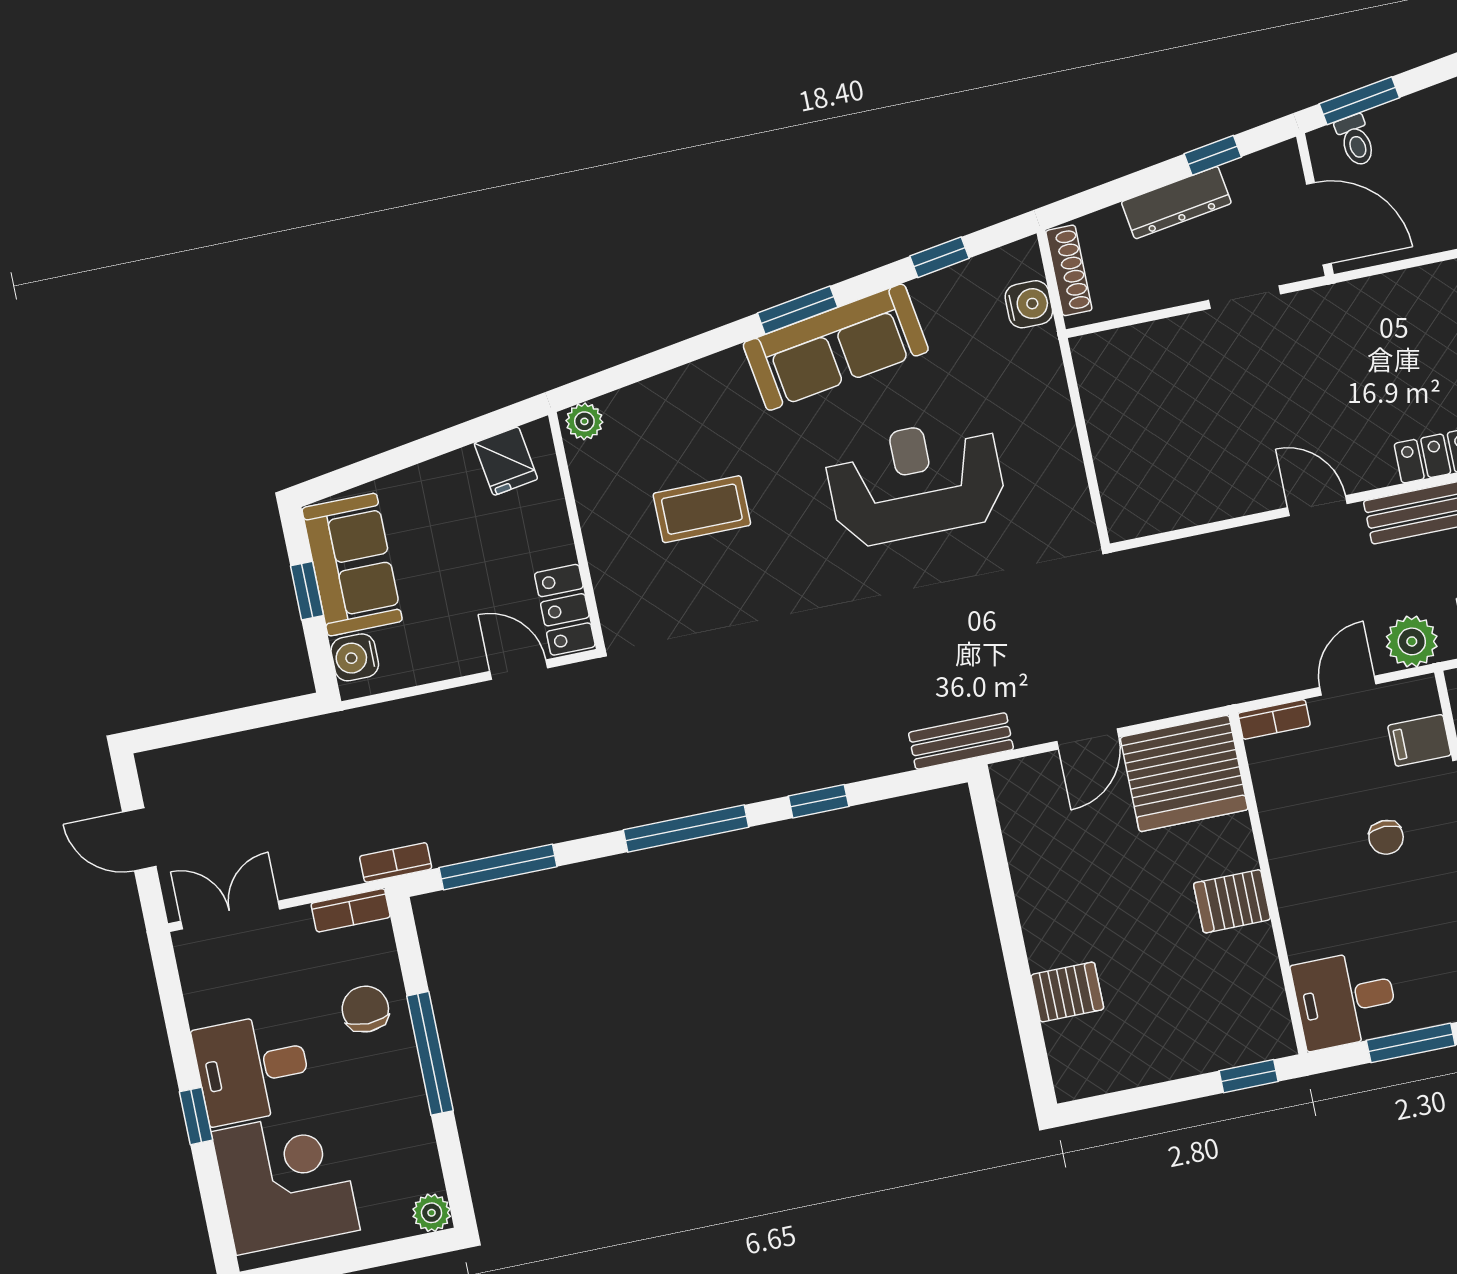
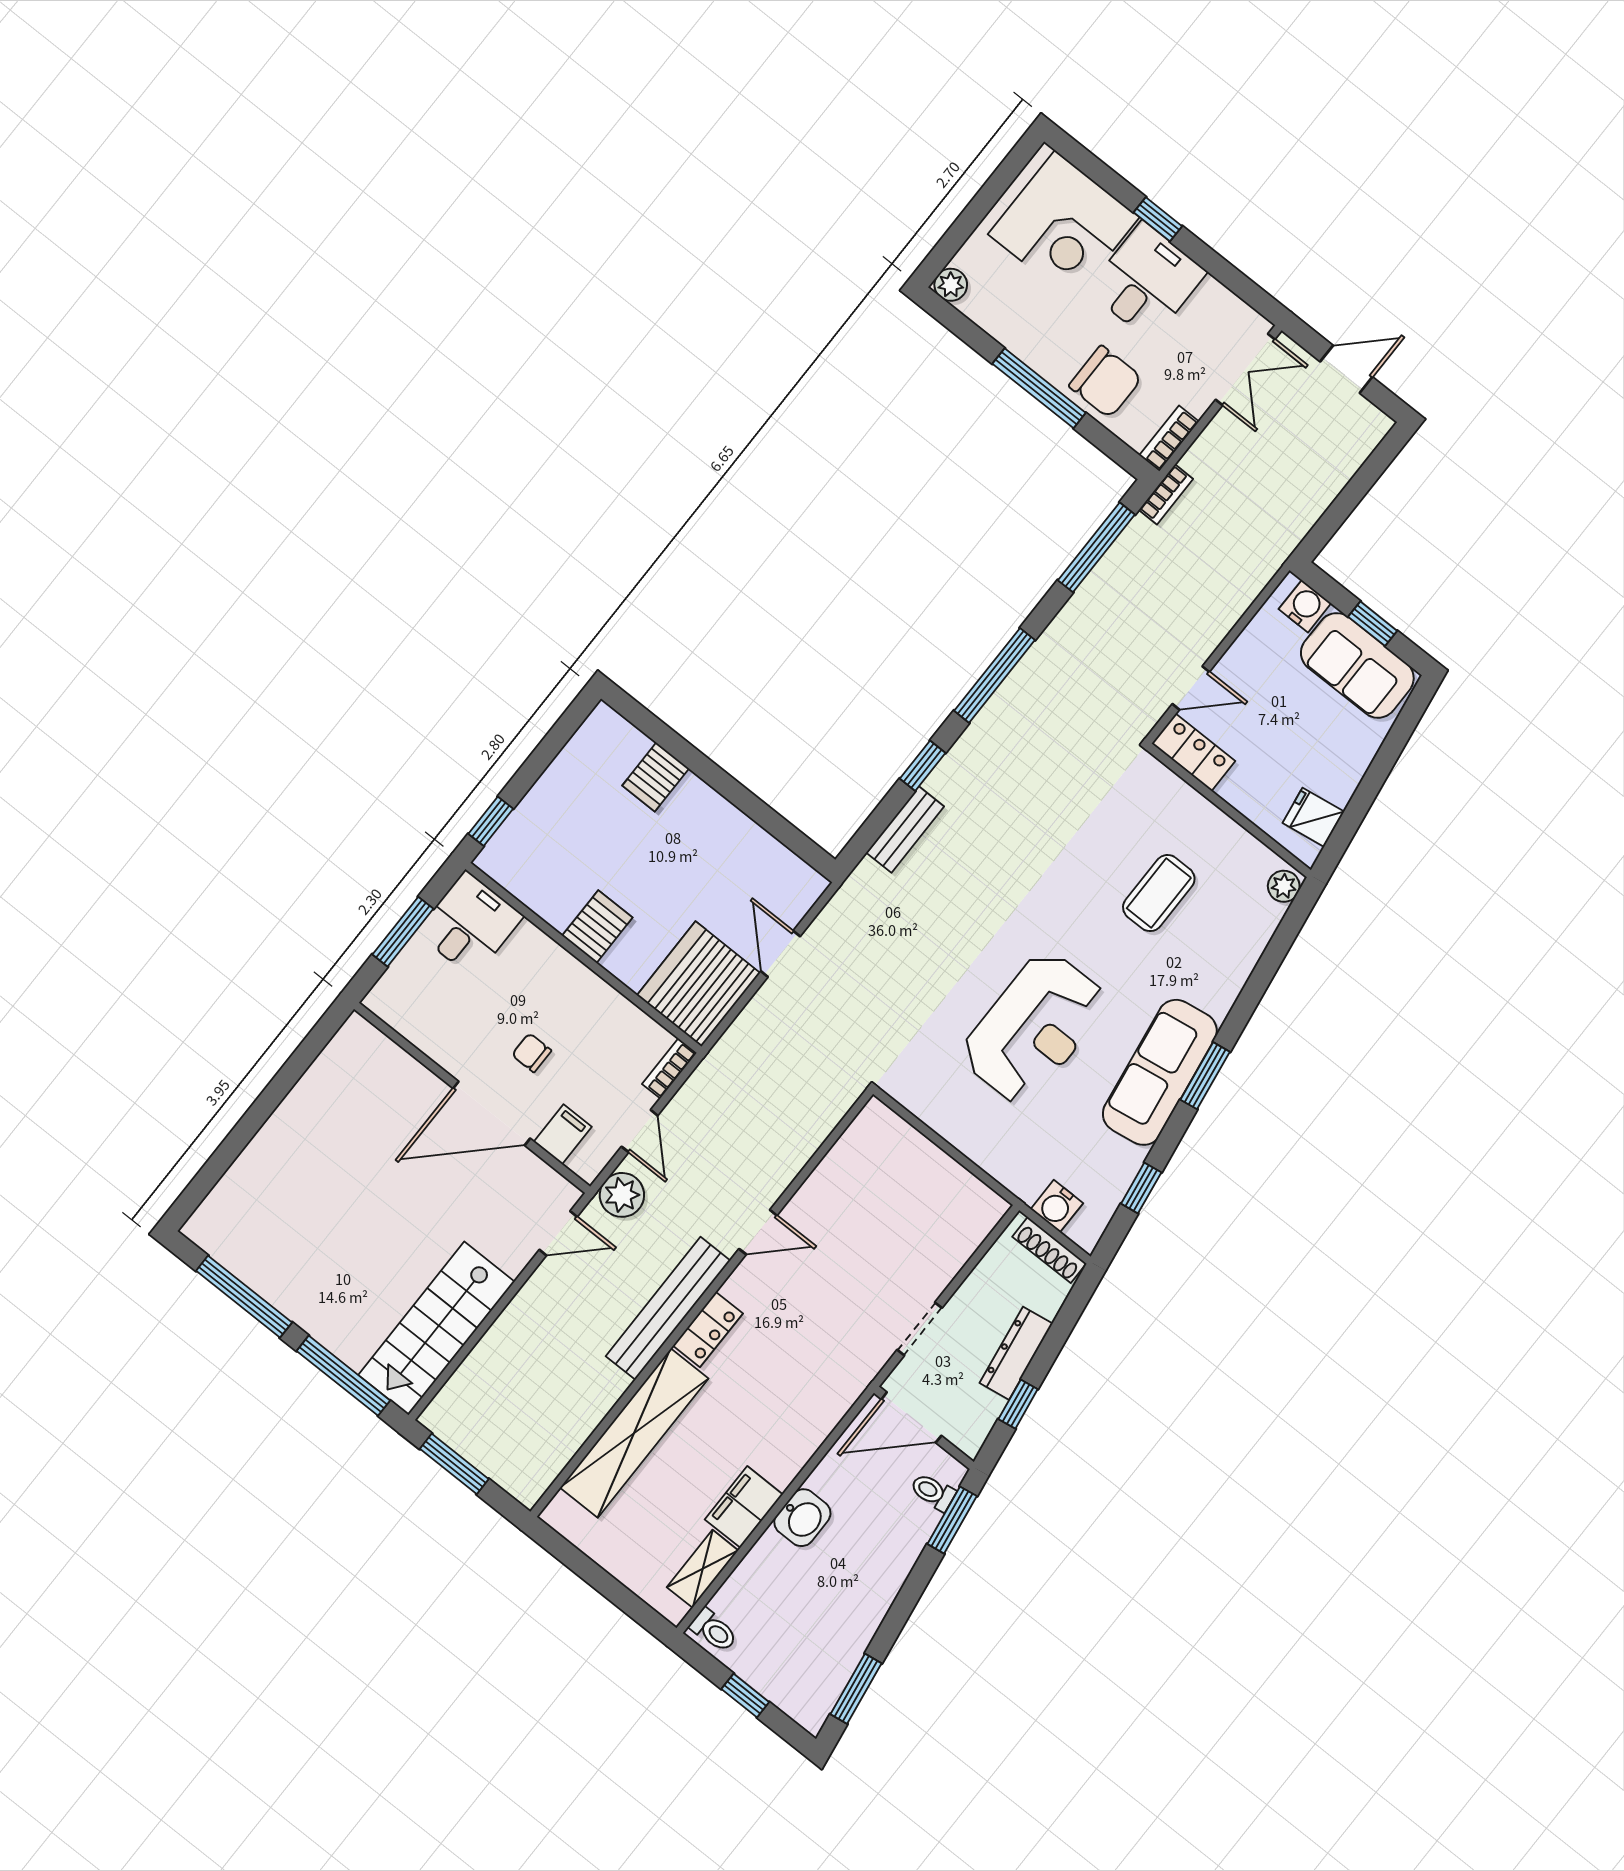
bench: (961, 741) -> (905, 830), moved
chair: (365, 1009) -> (1105, 382), width x1.37, depth x1.37

